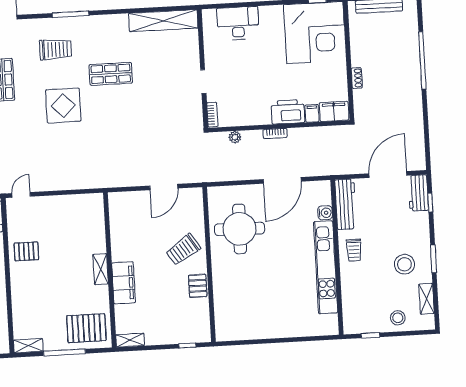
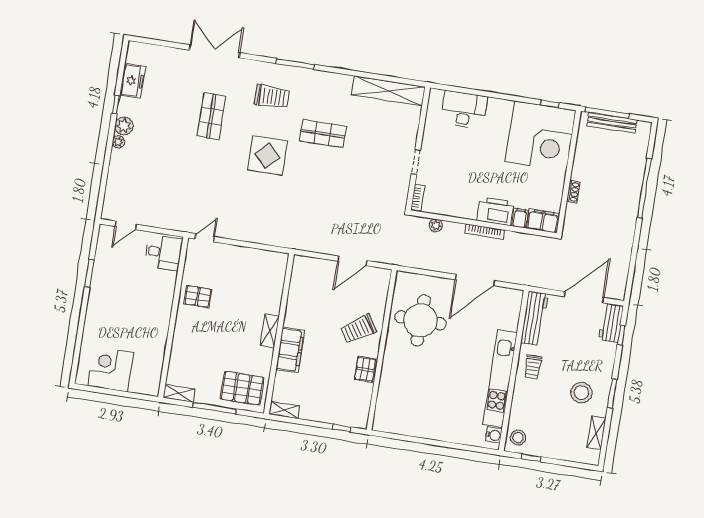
bookcase: (275, 133) -> (485, 232), width x1.56
water cooler: (325, 213) -> (494, 435), moved
stool: (398, 318) -> (518, 438), moved

